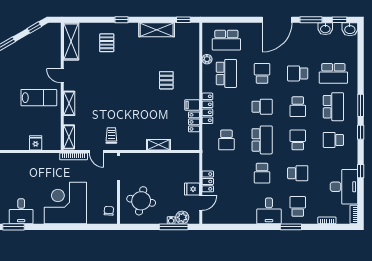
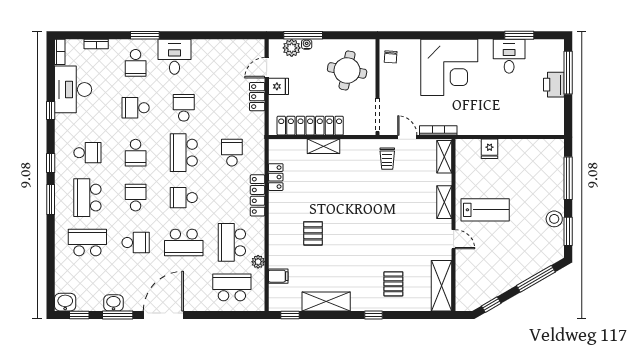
washbasin: (325, 29) -> (113, 303), moved
school desk: (262, 73) -> (184, 242), width x1.85
lab bench: (39, 98) -> (485, 210), turned 180
filing cabinet: (192, 105) -> (278, 276), moved
locker: (168, 160) -> (310, 126), added

